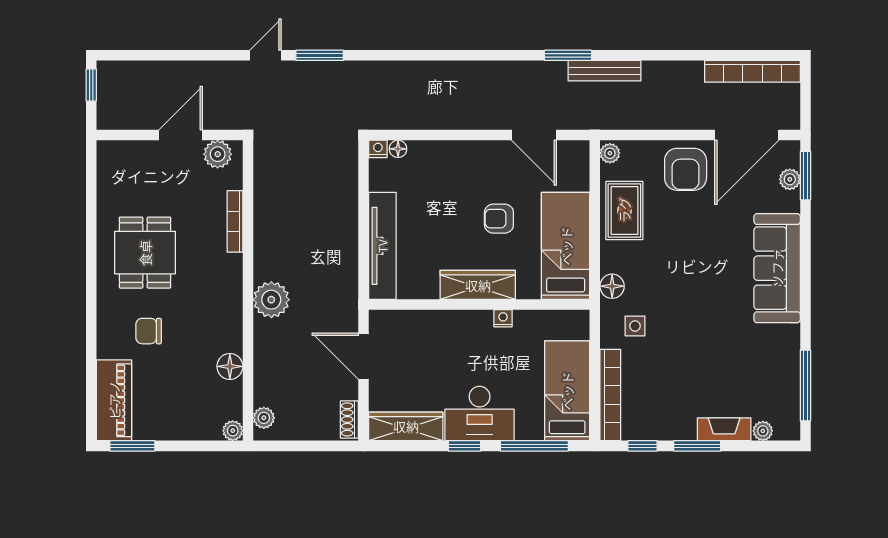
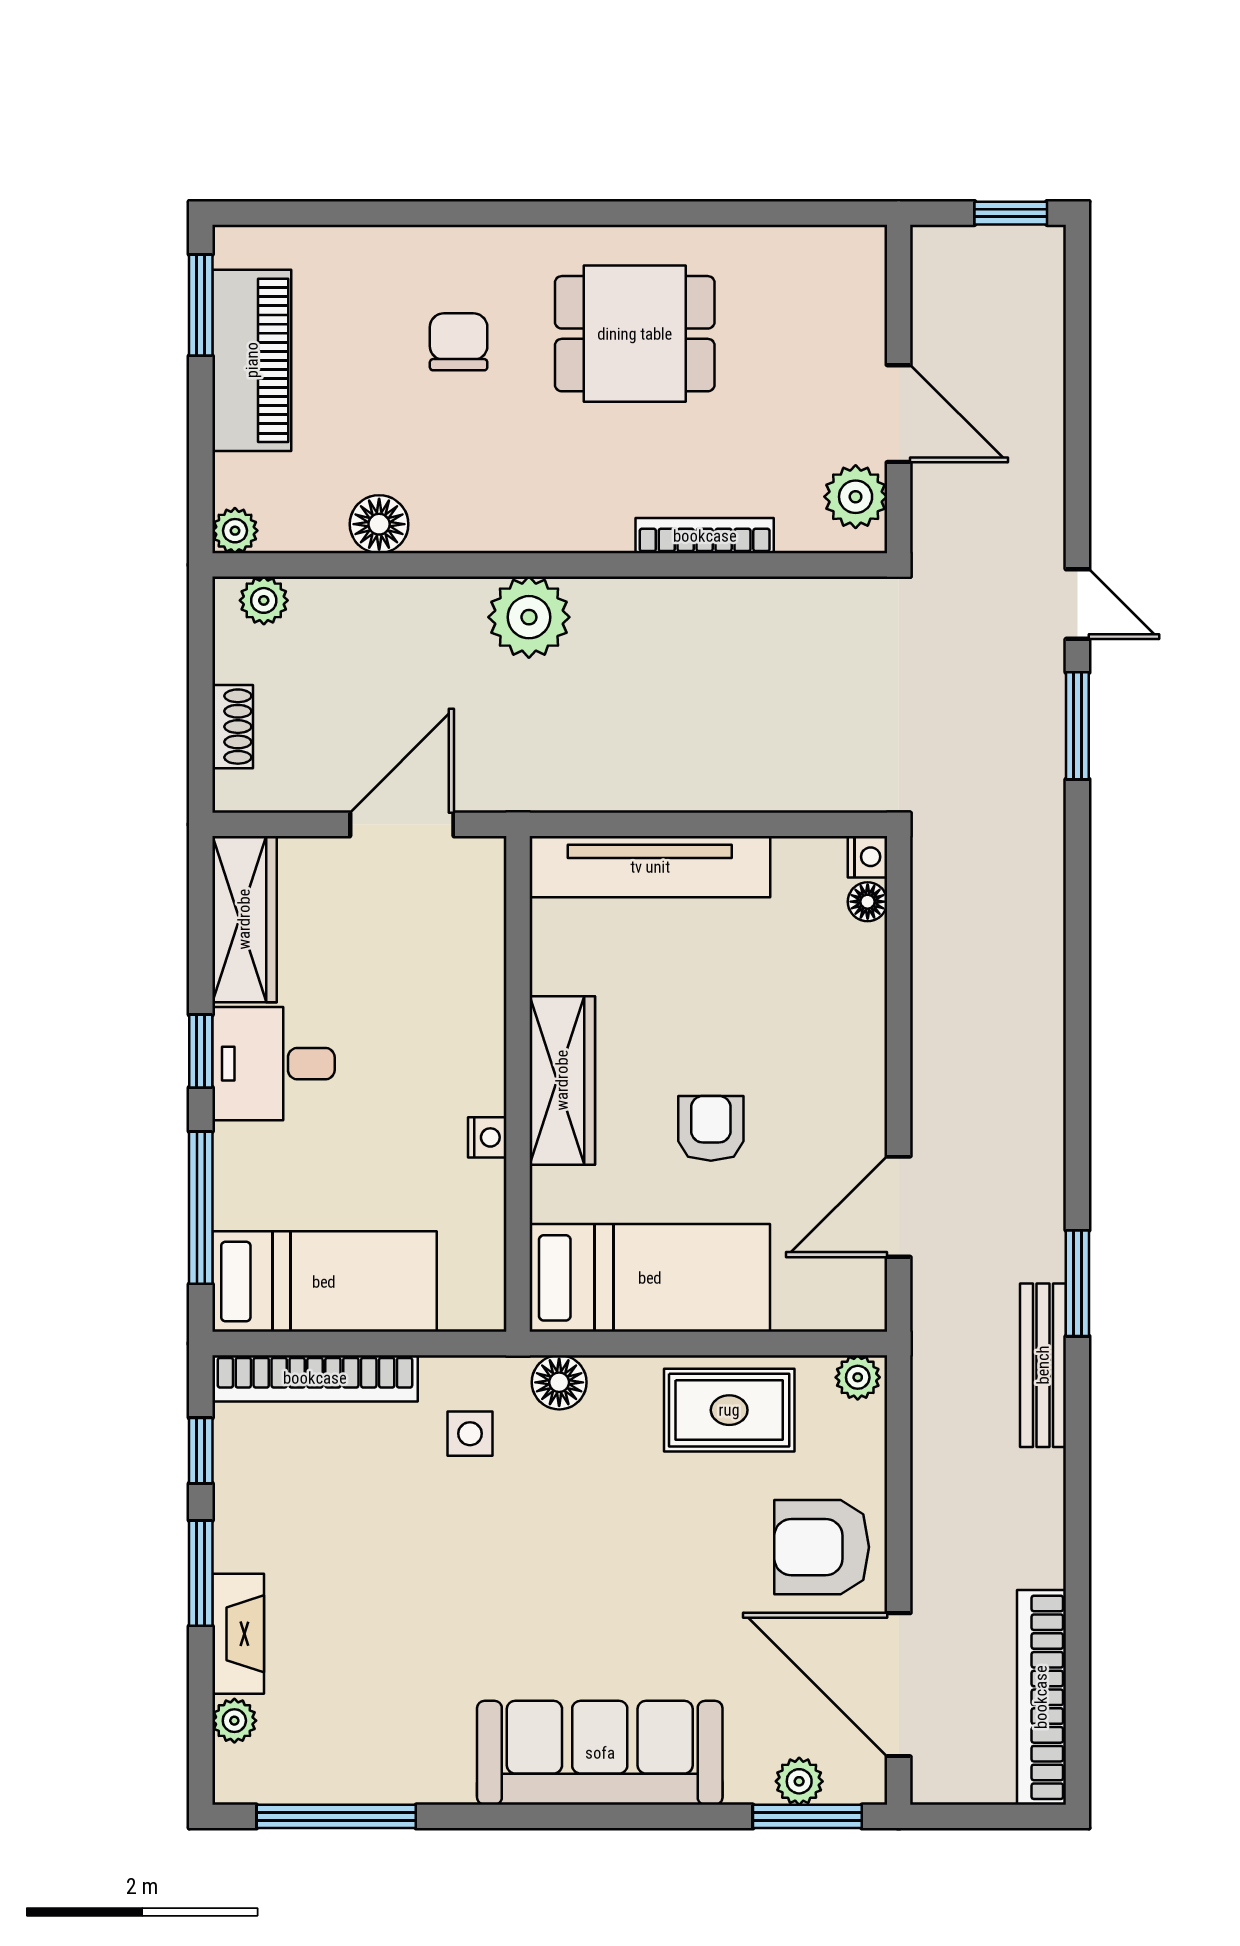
piano: (114, 400) -> (252, 360), moved, turned -90
desk: (480, 414) -> (273, 1064), width x0.73
shoe rack: (349, 419) -> (233, 727), moved, turned 90

